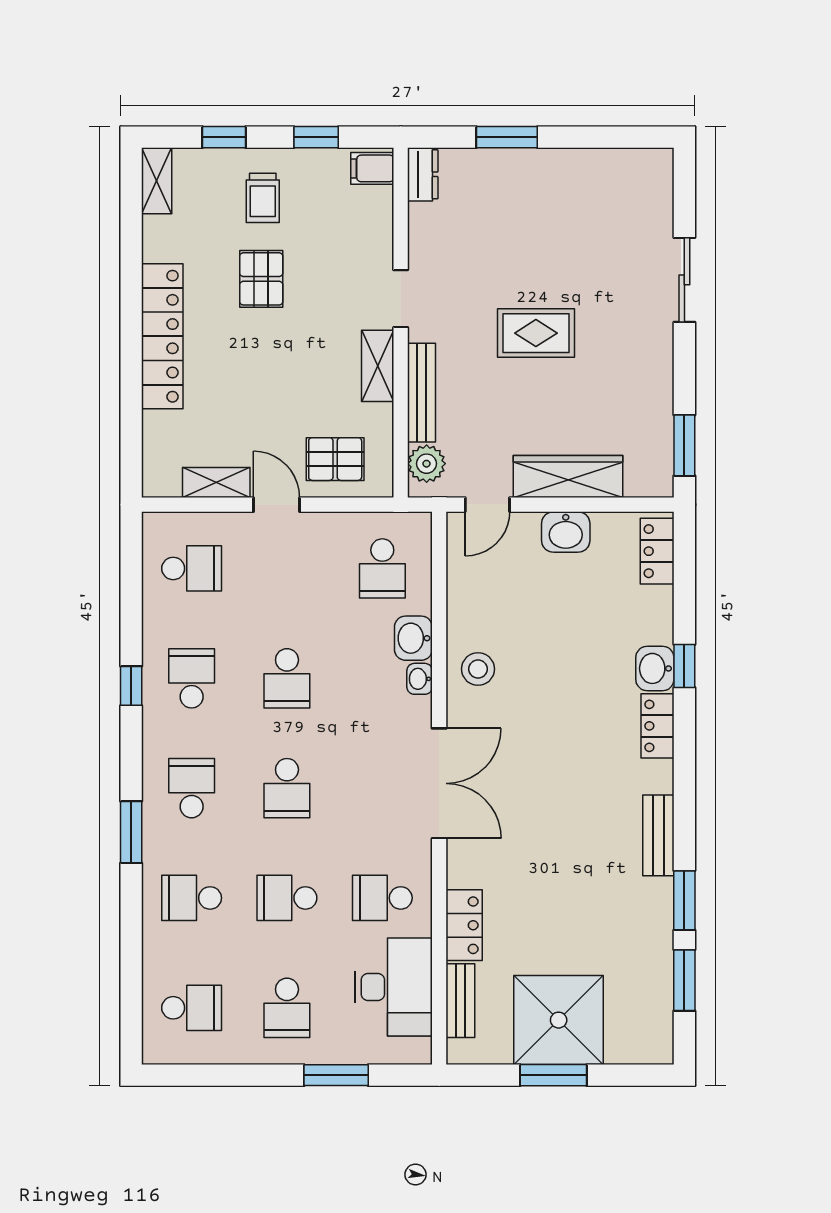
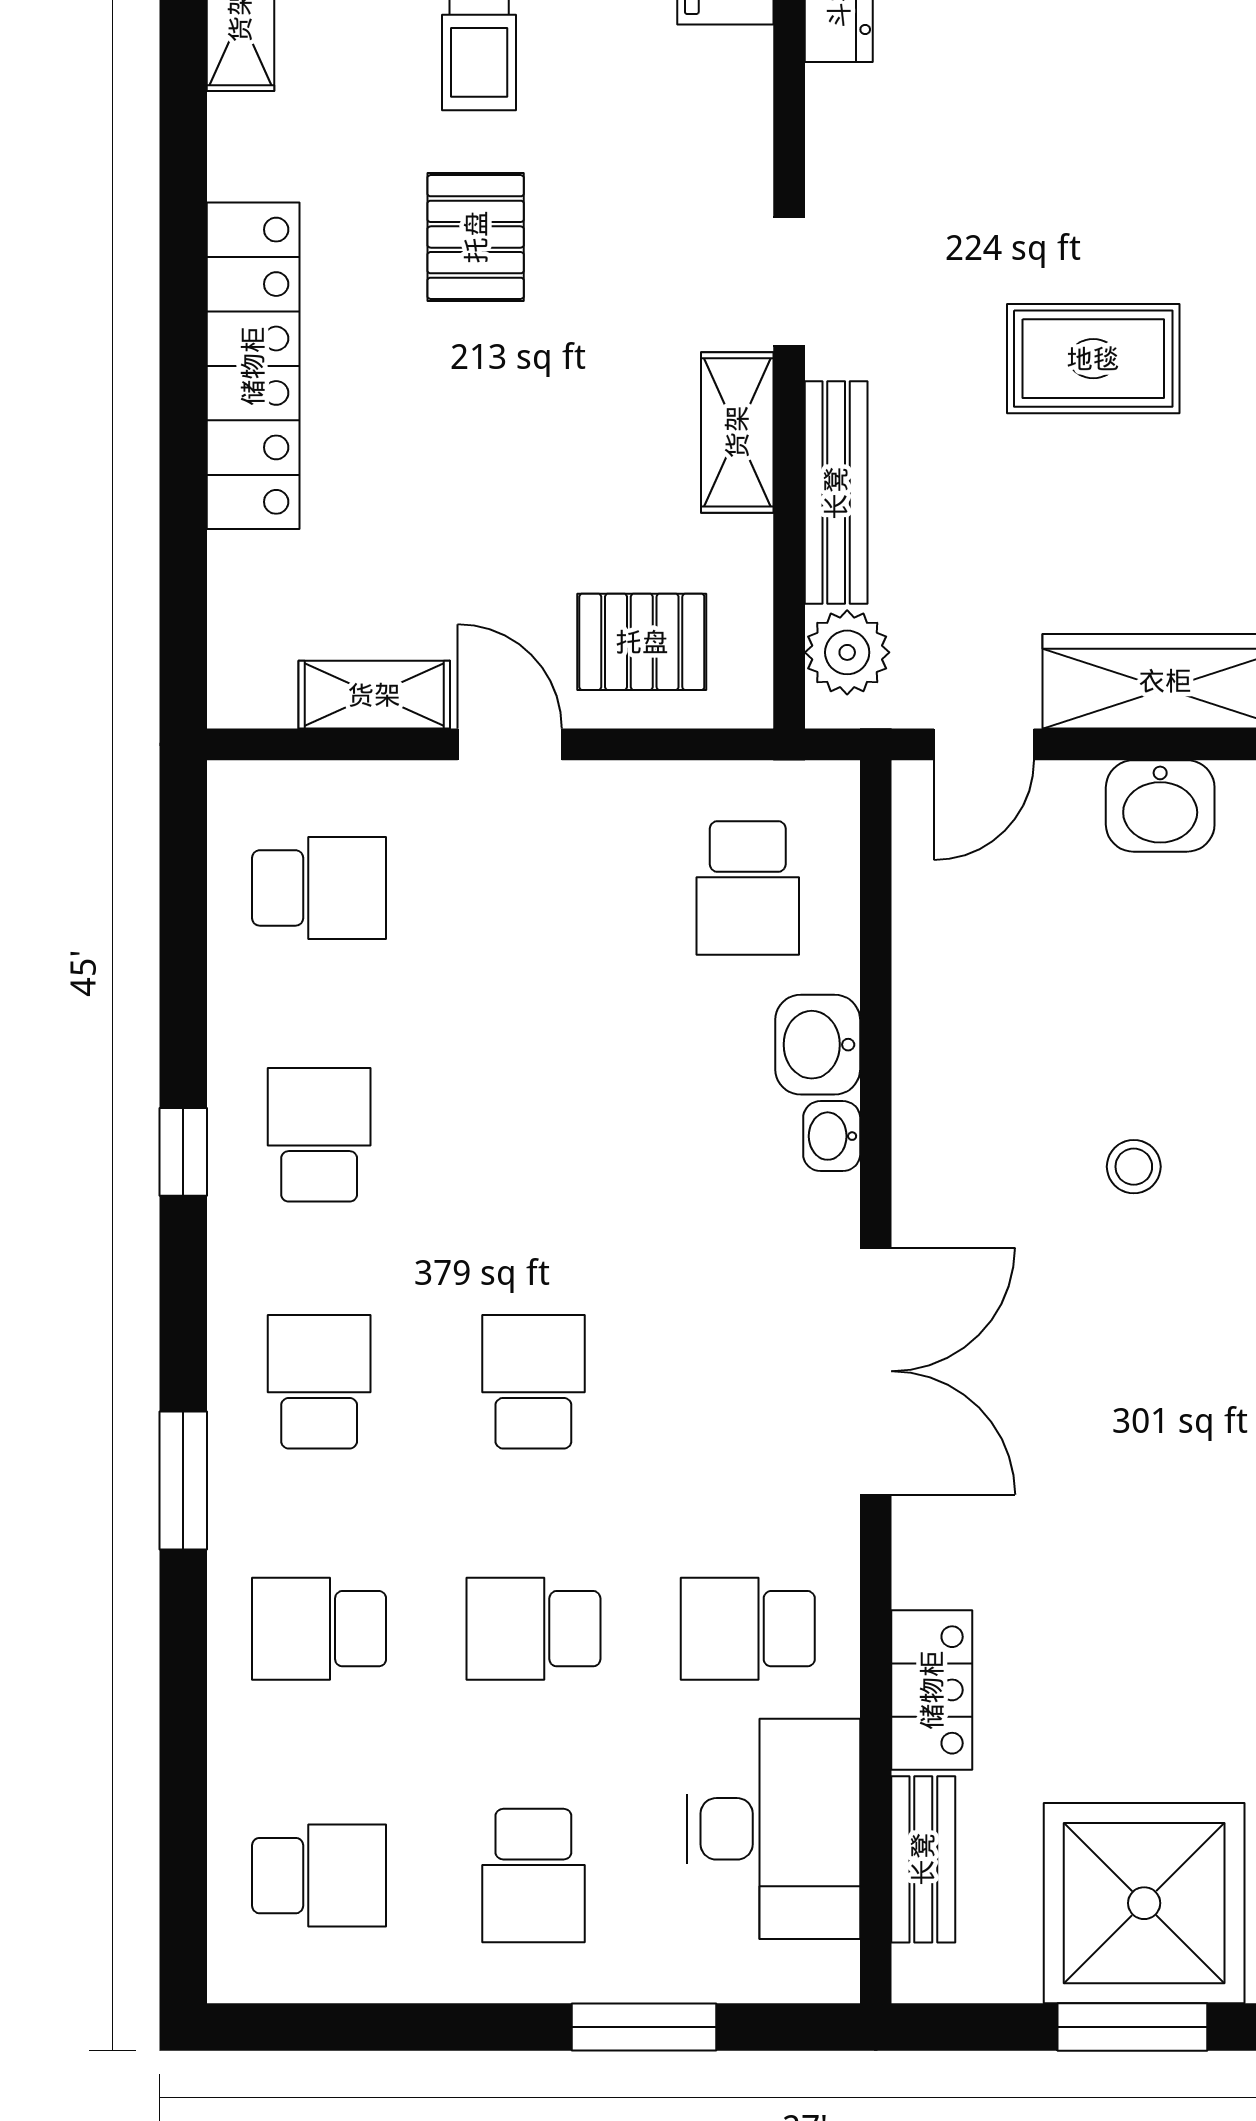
stool: (478, 669) -> (1134, 1167), moved, width x0.73, depth x0.73
school desk: (287, 678) -> (533, 1135), removed
school desk: (287, 788) -> (533, 1382), turned 180

